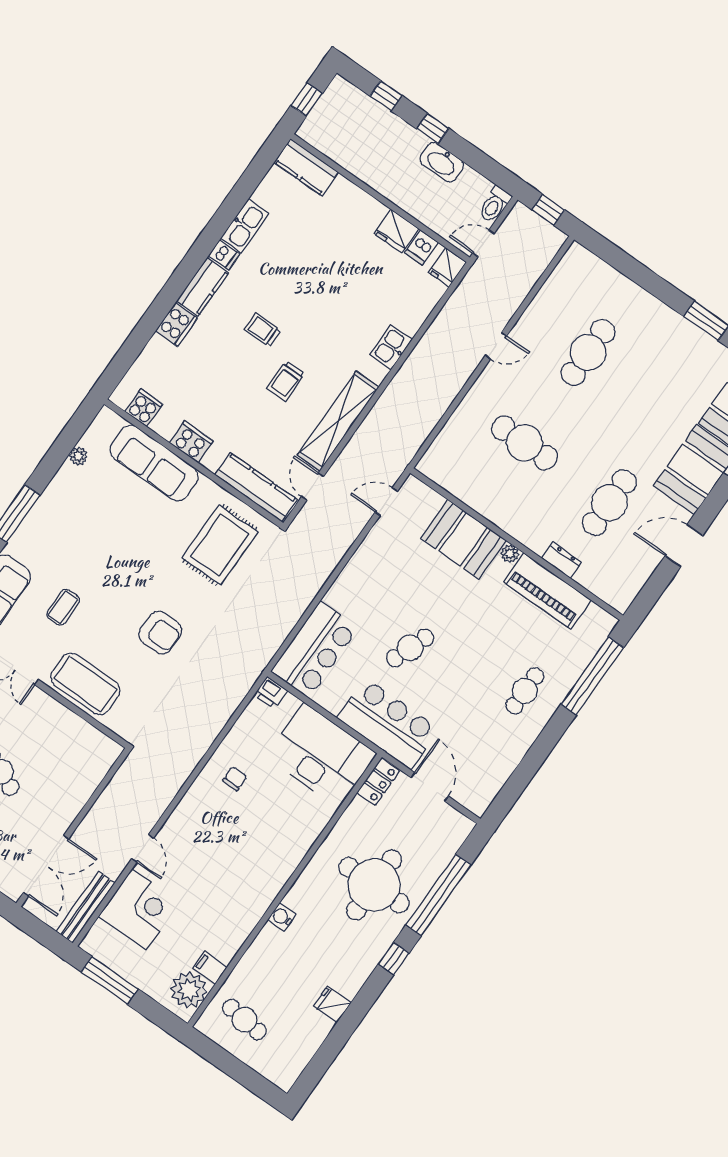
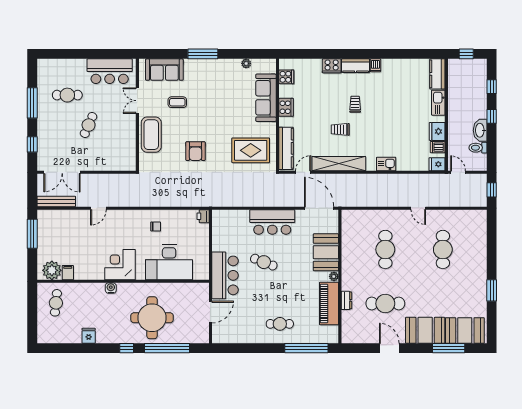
toilet: (495, 204) -> (478, 148), moved
kitchen sink: (245, 226) -> (438, 103), moved, turned 90
cafe table: (588, 352) -> (443, 249), turned 90
door: (386, 502) -> (319, 208), width x1.88
bar counter: (315, 650) -> (272, 222), moved
desk: (321, 755) -> (169, 262), moved, turned 90
locker: (378, 782) -> (197, 289), removed
corner desk: (139, 909) -> (120, 265), moved, turned 180

